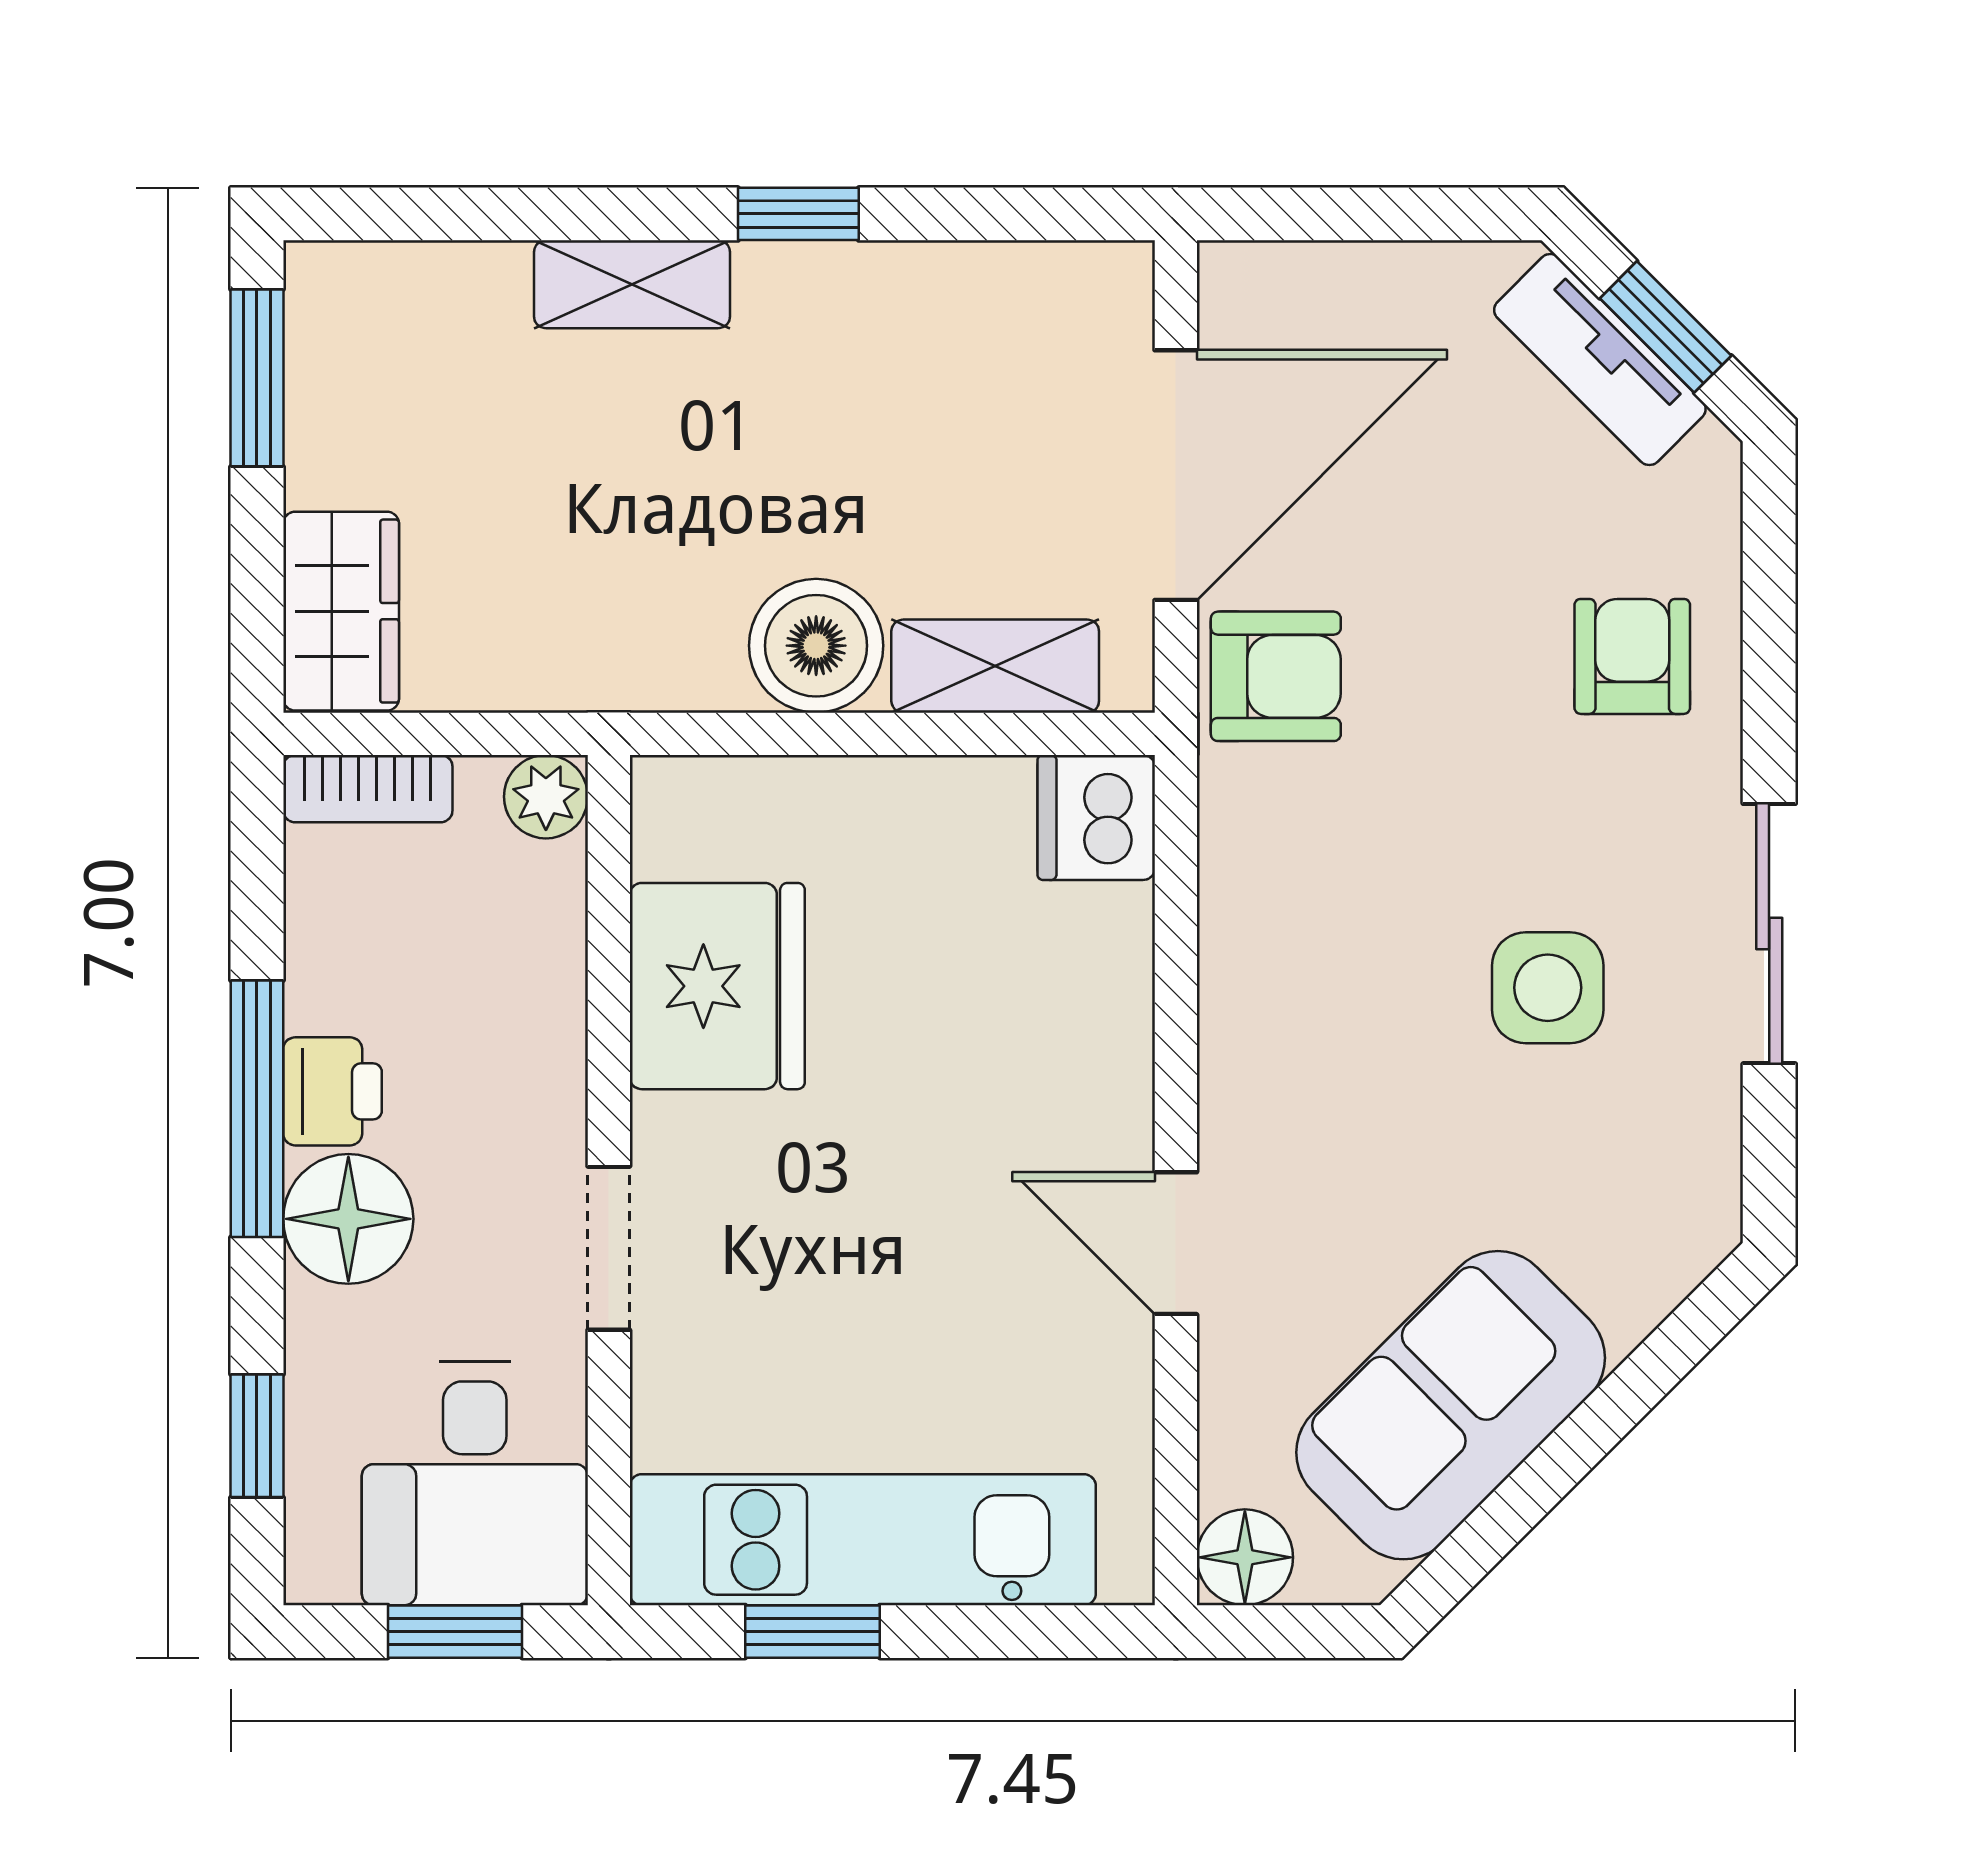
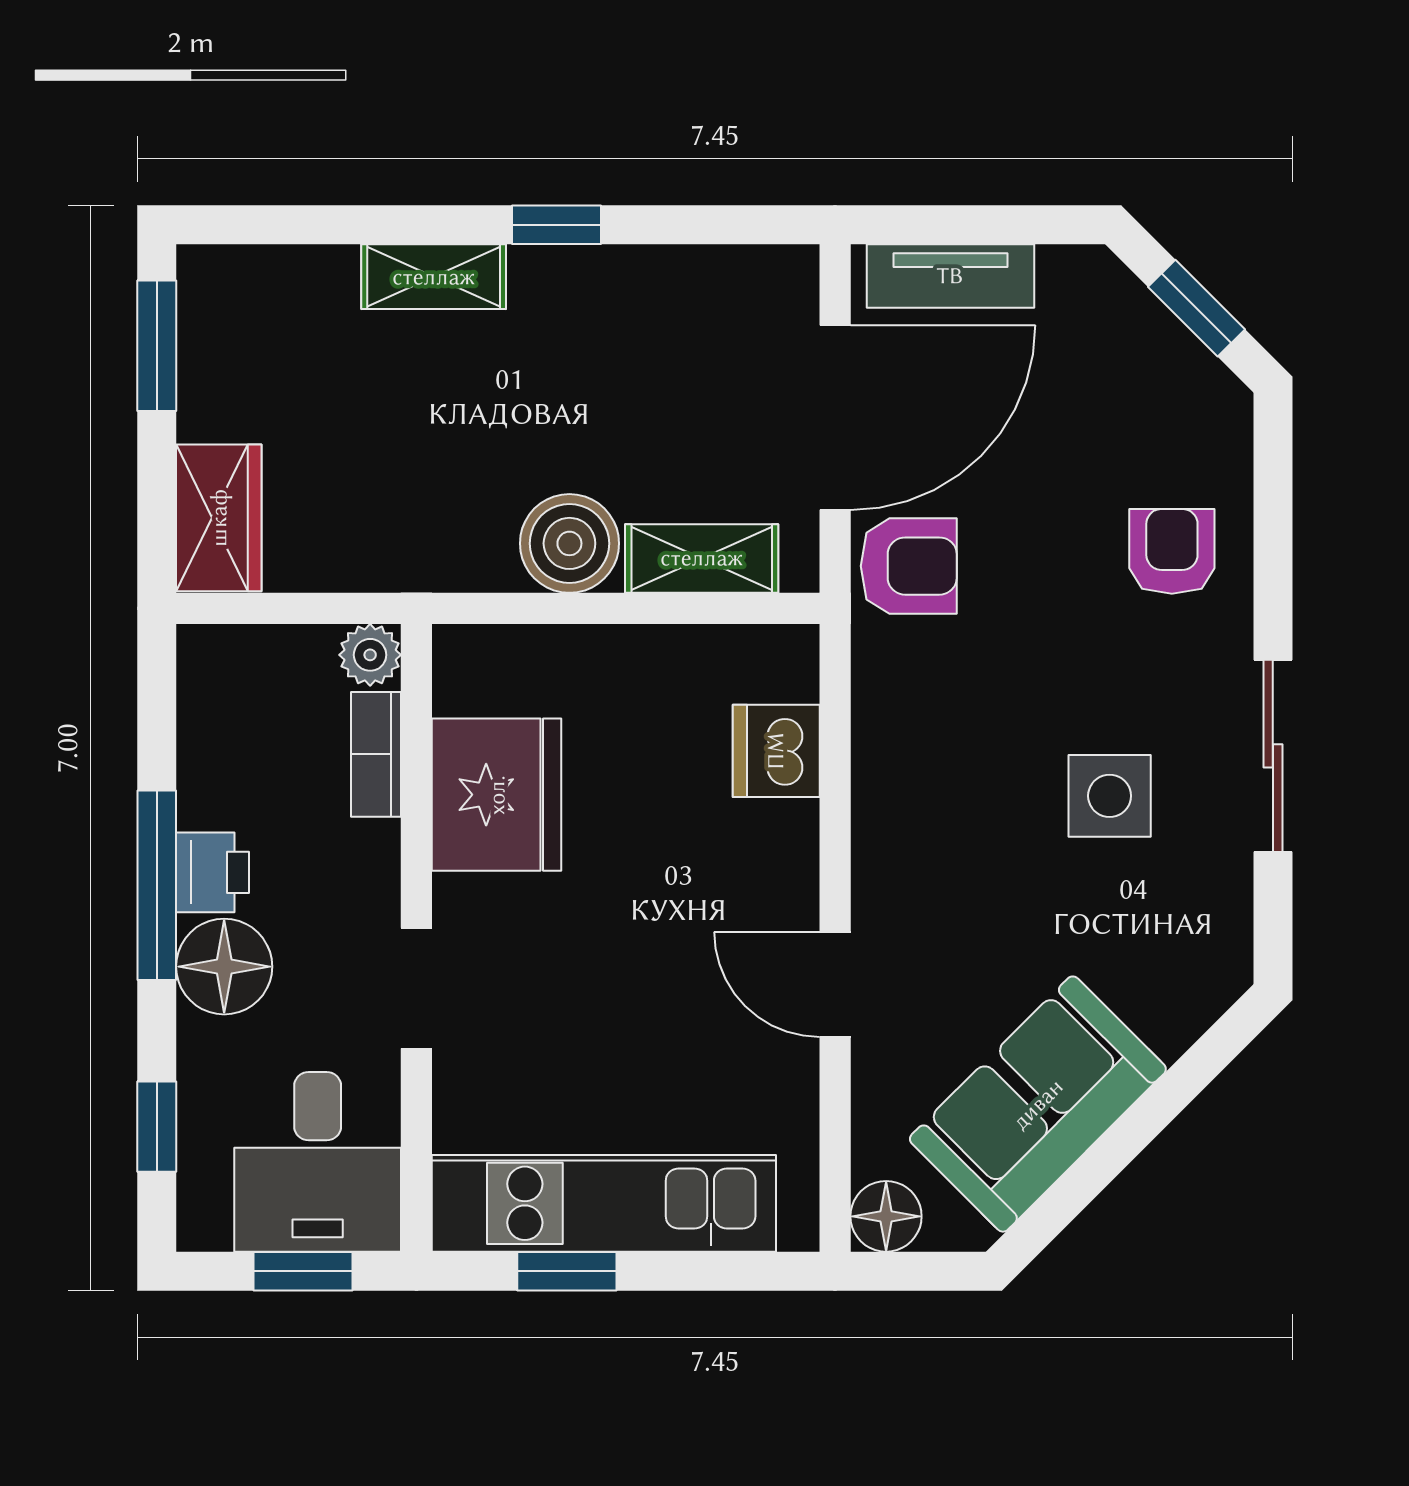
tv unit: (1600, 359) -> (950, 276), moved, turned -45
bookcase: (368, 789) -> (376, 754), moved, turned 90
dishwasher: (1096, 817) -> (776, 751), moved

